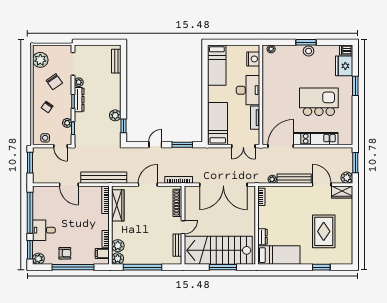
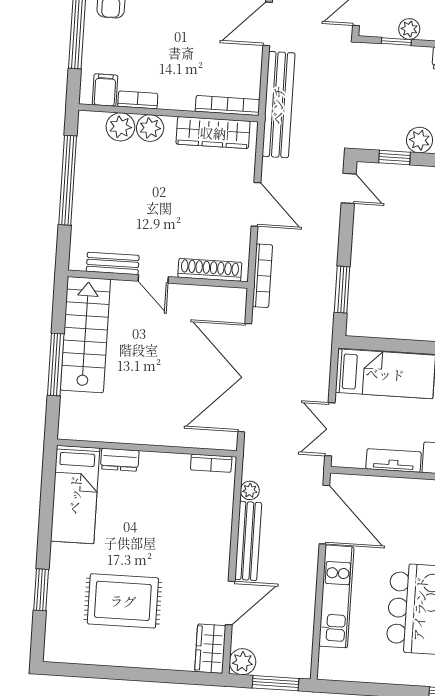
door: (155, 145) -> (349, 188), moved
stairs: (218, 250) -> (85, 335), width x0.73, depth x0.66
plant: (118, 259) -> (150, 128), moved

